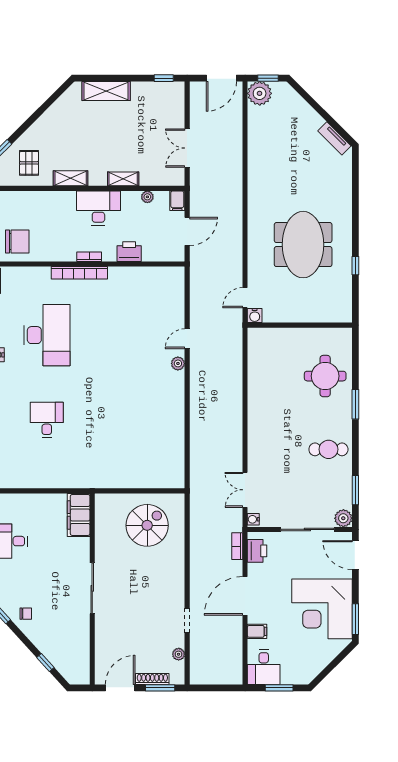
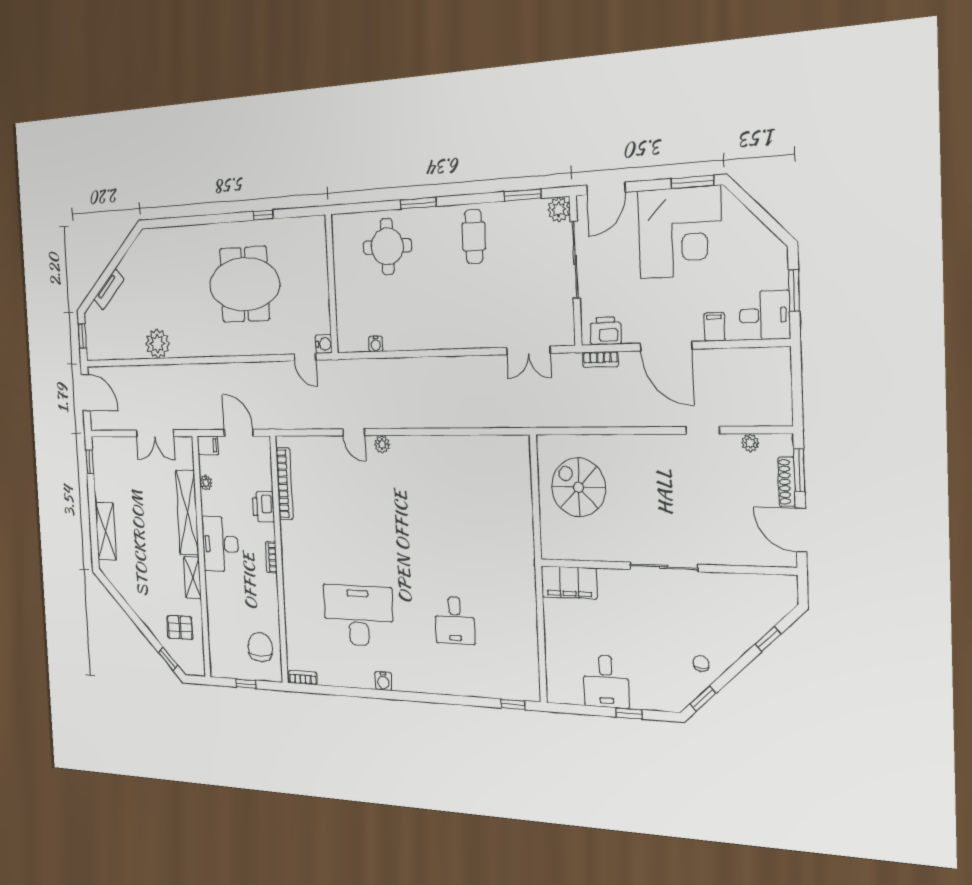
plant: (260, 93) -> (157, 344), moved
tv unit: (334, 138) -> (109, 289), moved
shelving: (123, 179) -> (187, 513), width x2.20, depth x1.33
bookcase: (79, 273) -> (284, 484), moved
desk: (47, 420) -> (455, 620), turned -90
water cooler: (253, 519) -> (376, 344), moved

